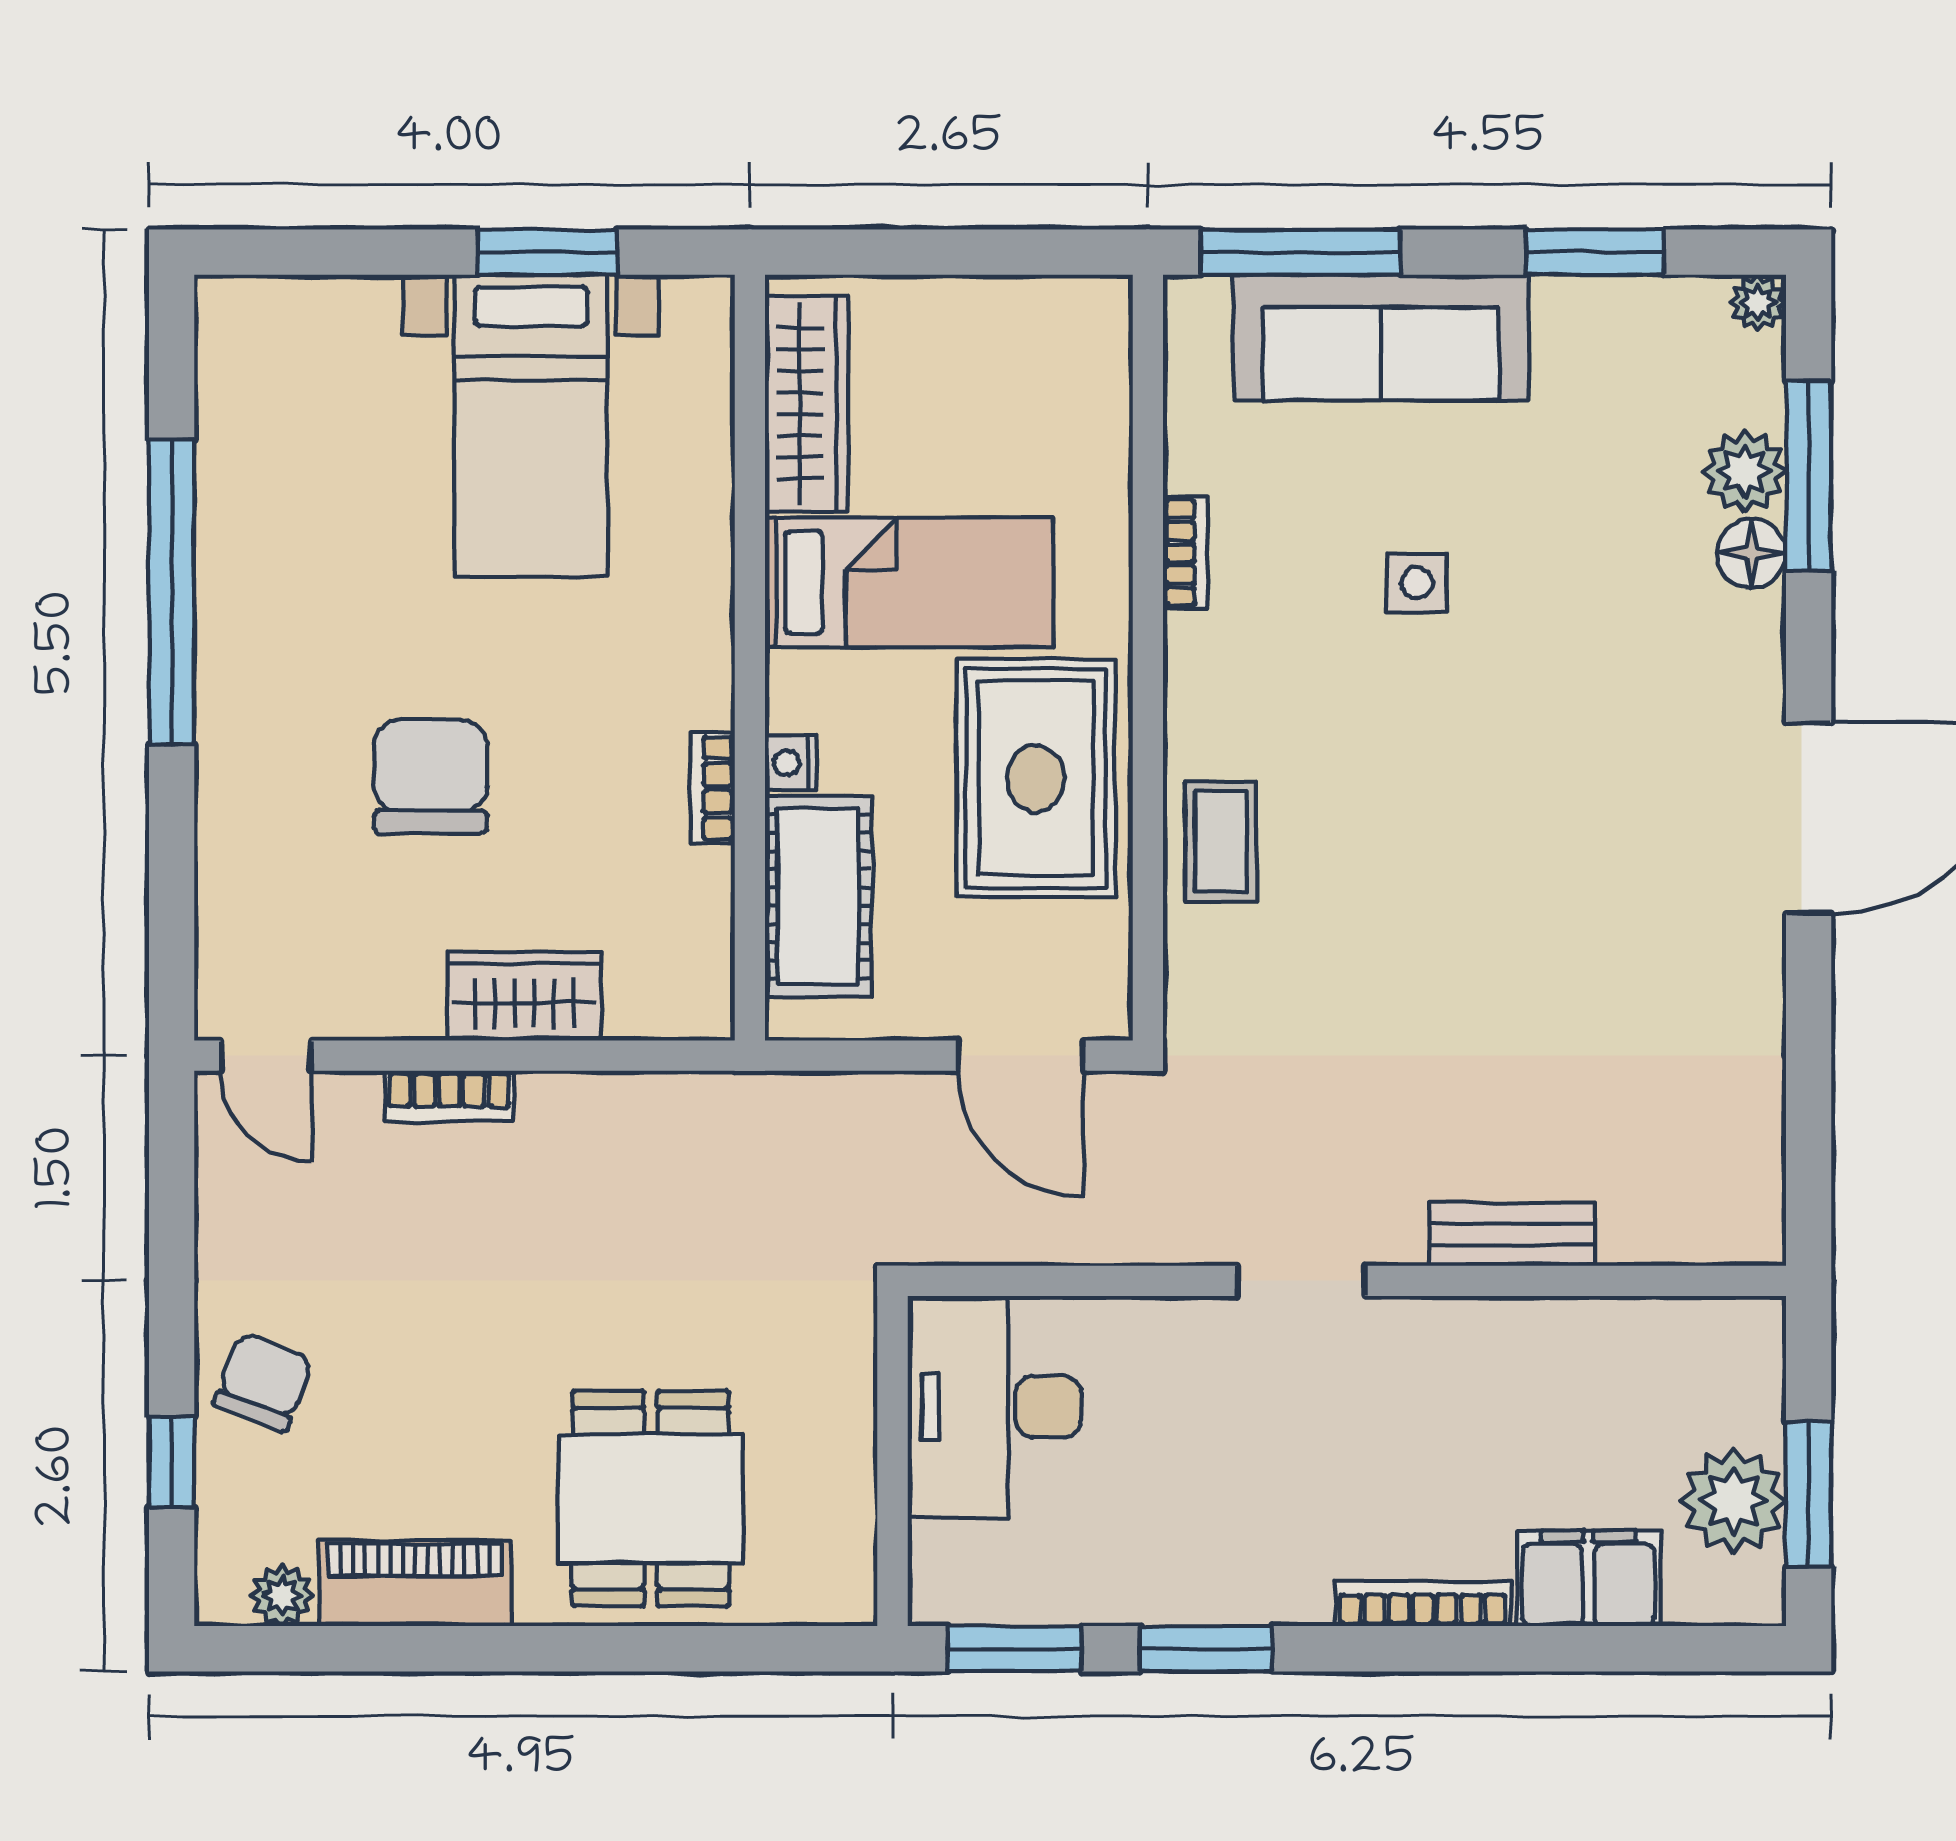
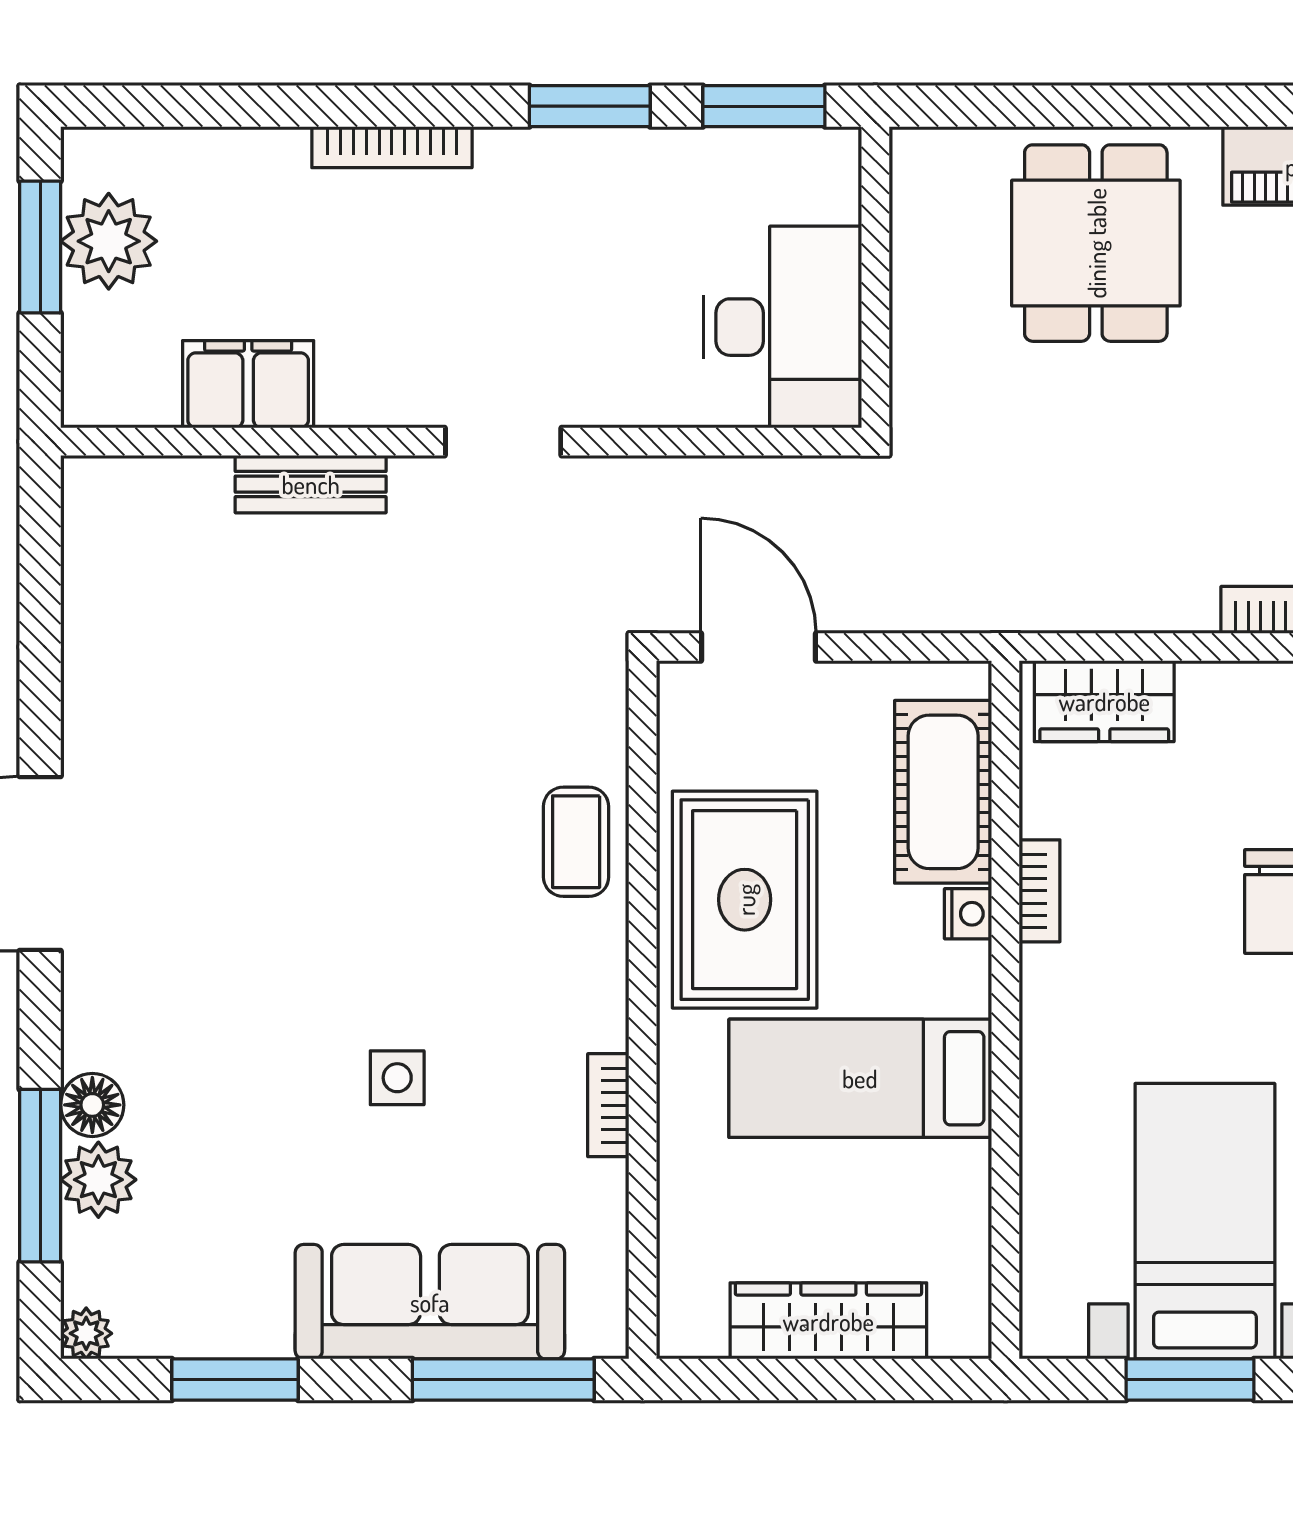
wardrobe: (807, 404) -> (828, 1321), moved, turned 90
wardrobe: (524, 996) -> (1104, 701), moved
filing cabinet: (1589, 1578) -> (248, 384), moved, turned 180

